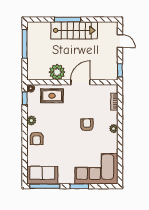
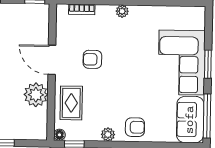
armchair: (87, 125) -> (92, 59), moved
corner sofa: (96, 169) -> (182, 63), moved

